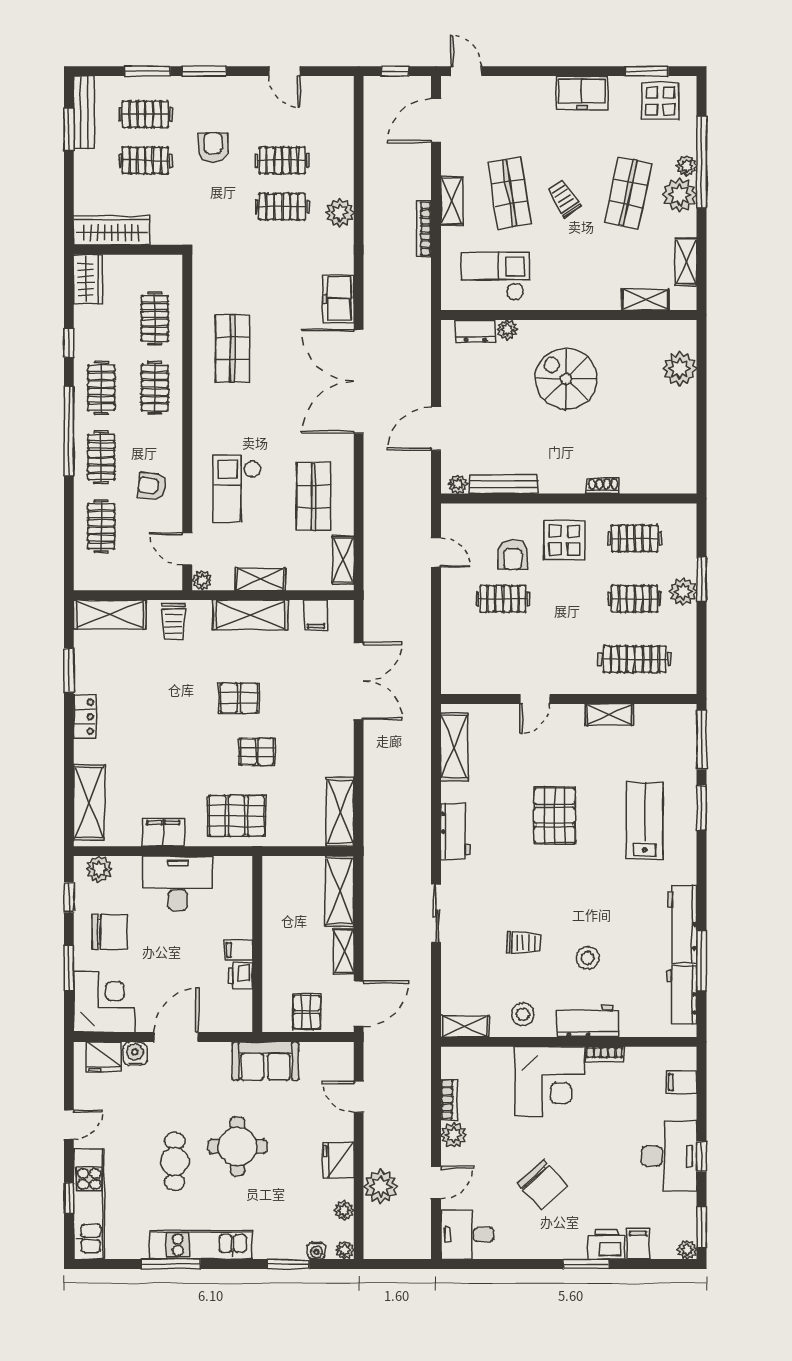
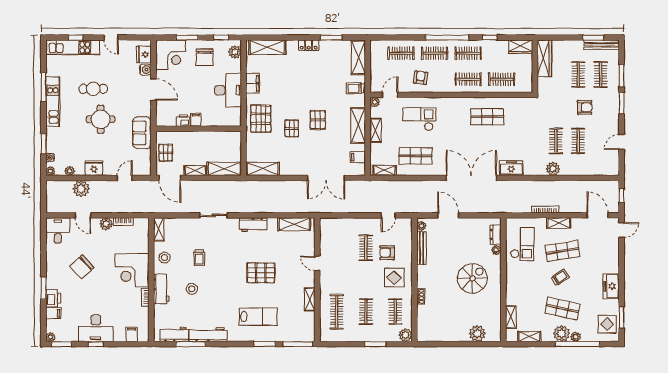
plant: (683, 592) -> (405, 335), moved
pallet: (307, 1012) -> (166, 153), turned 90

